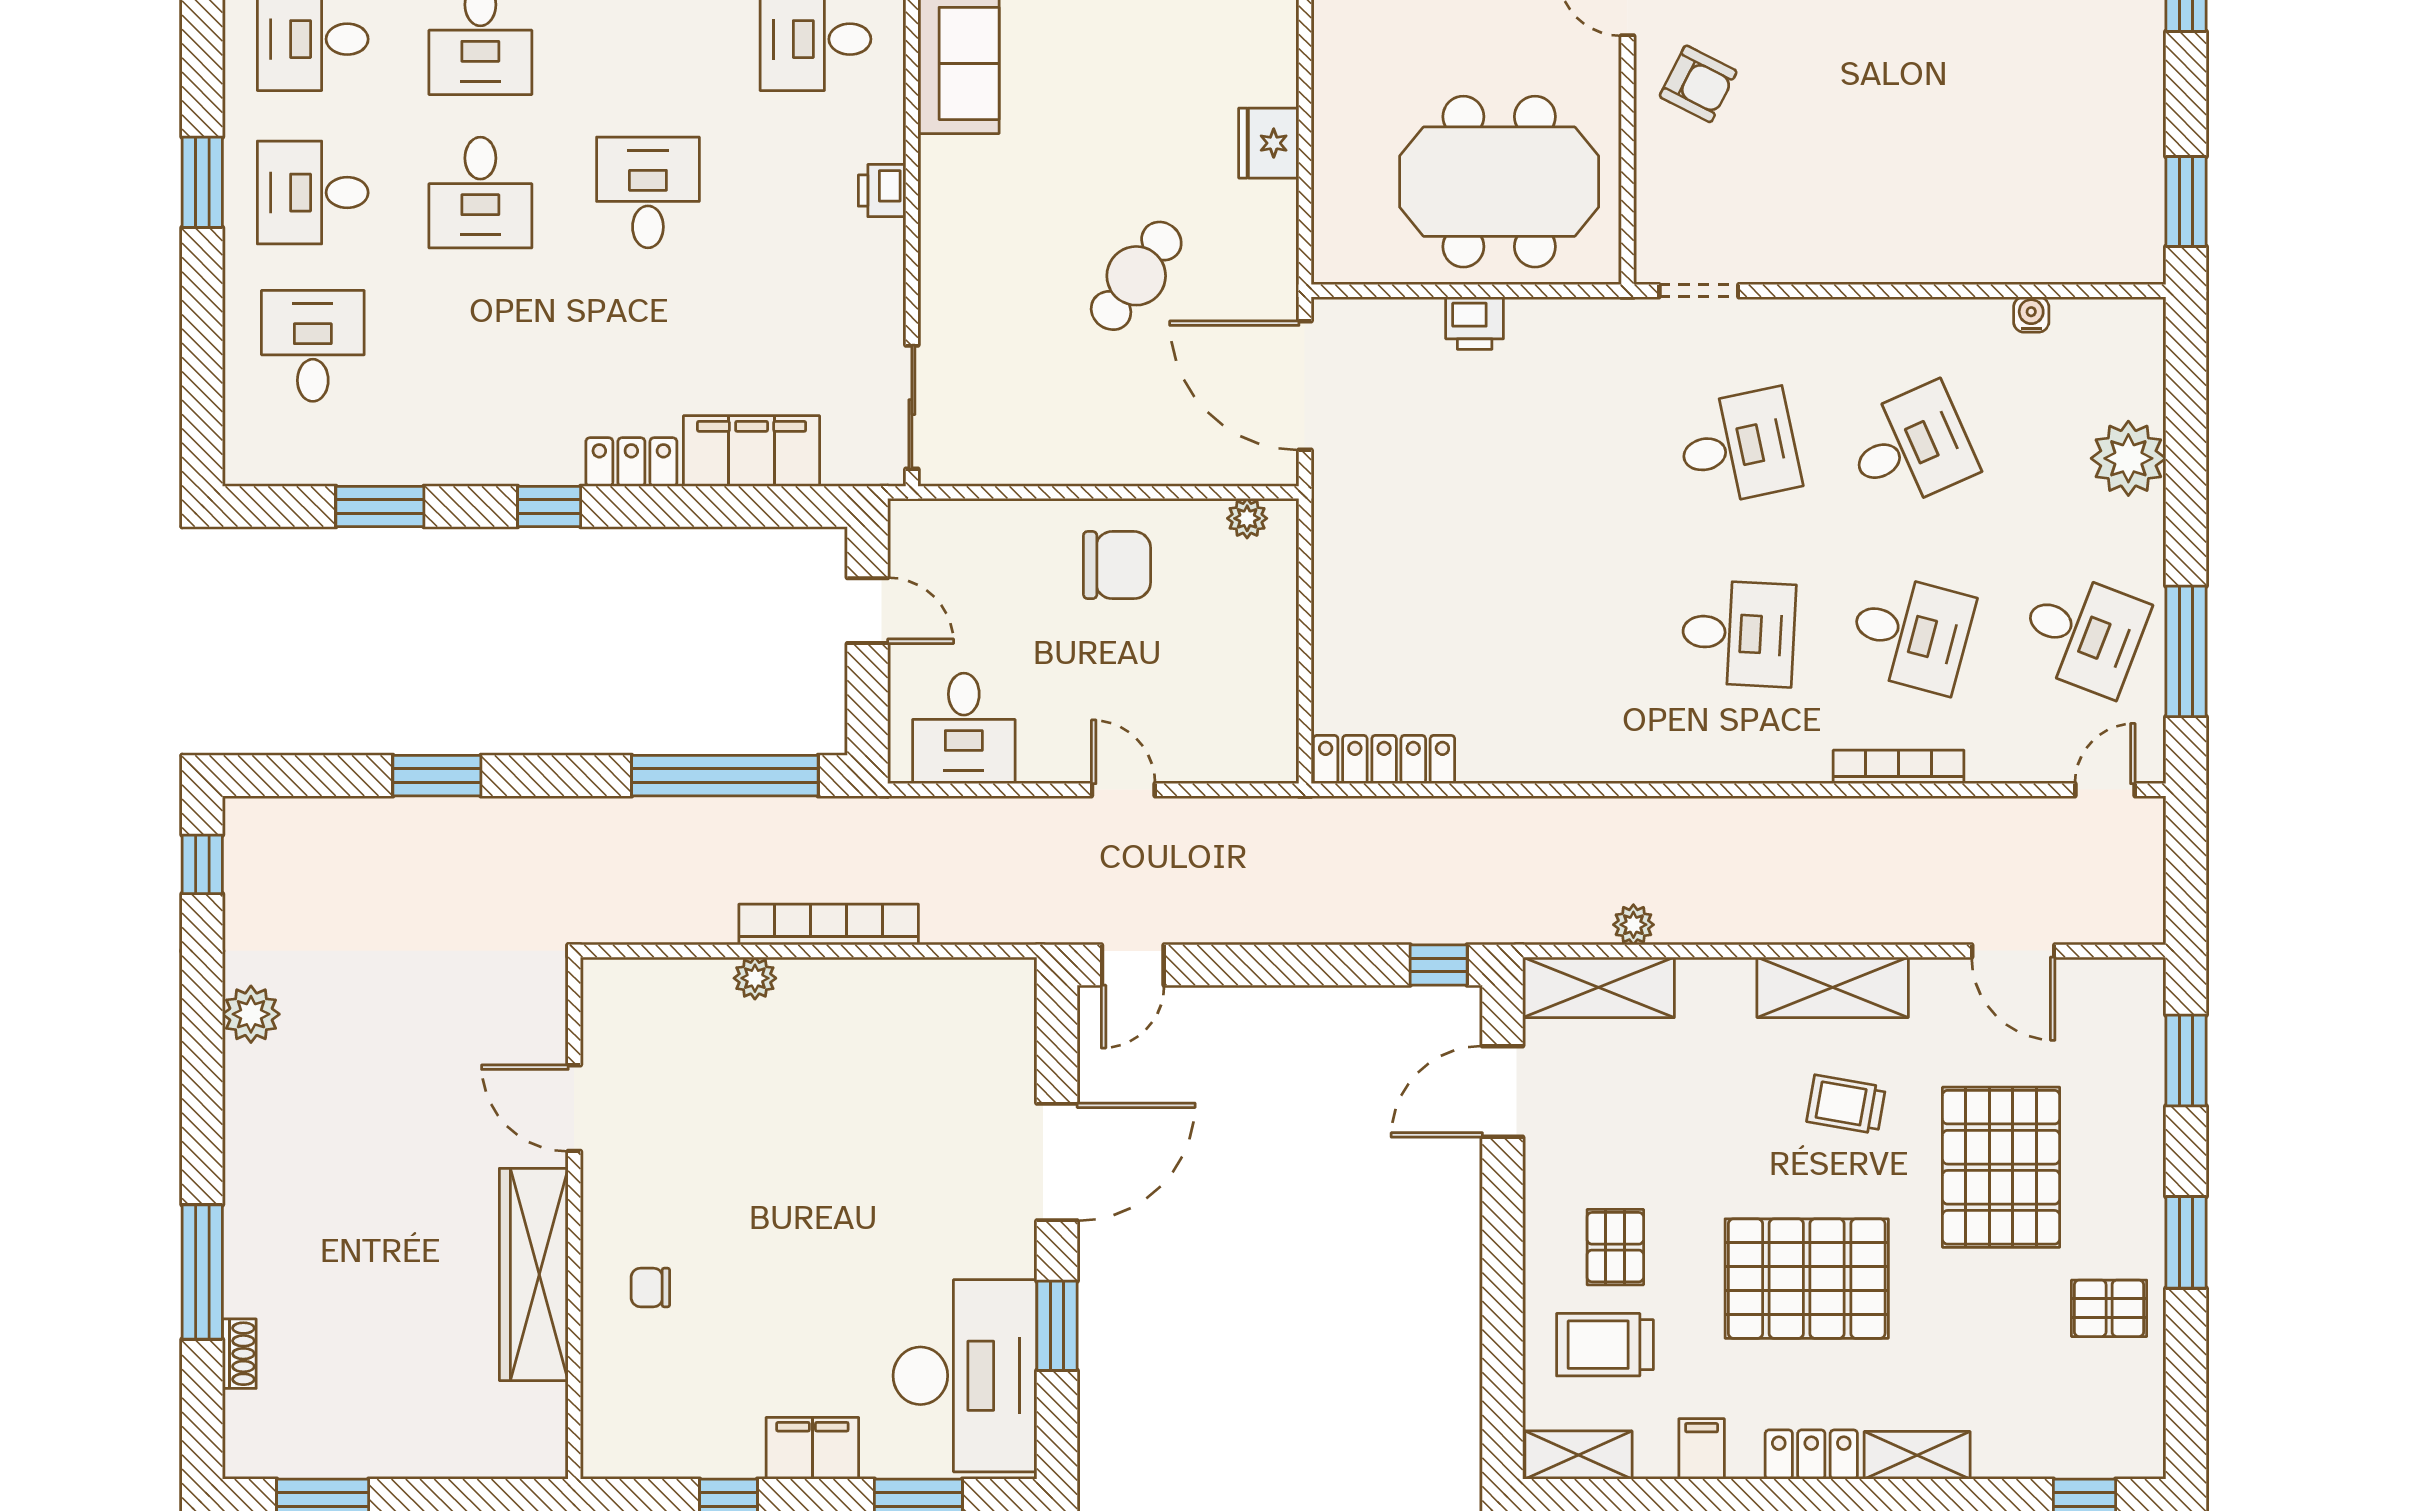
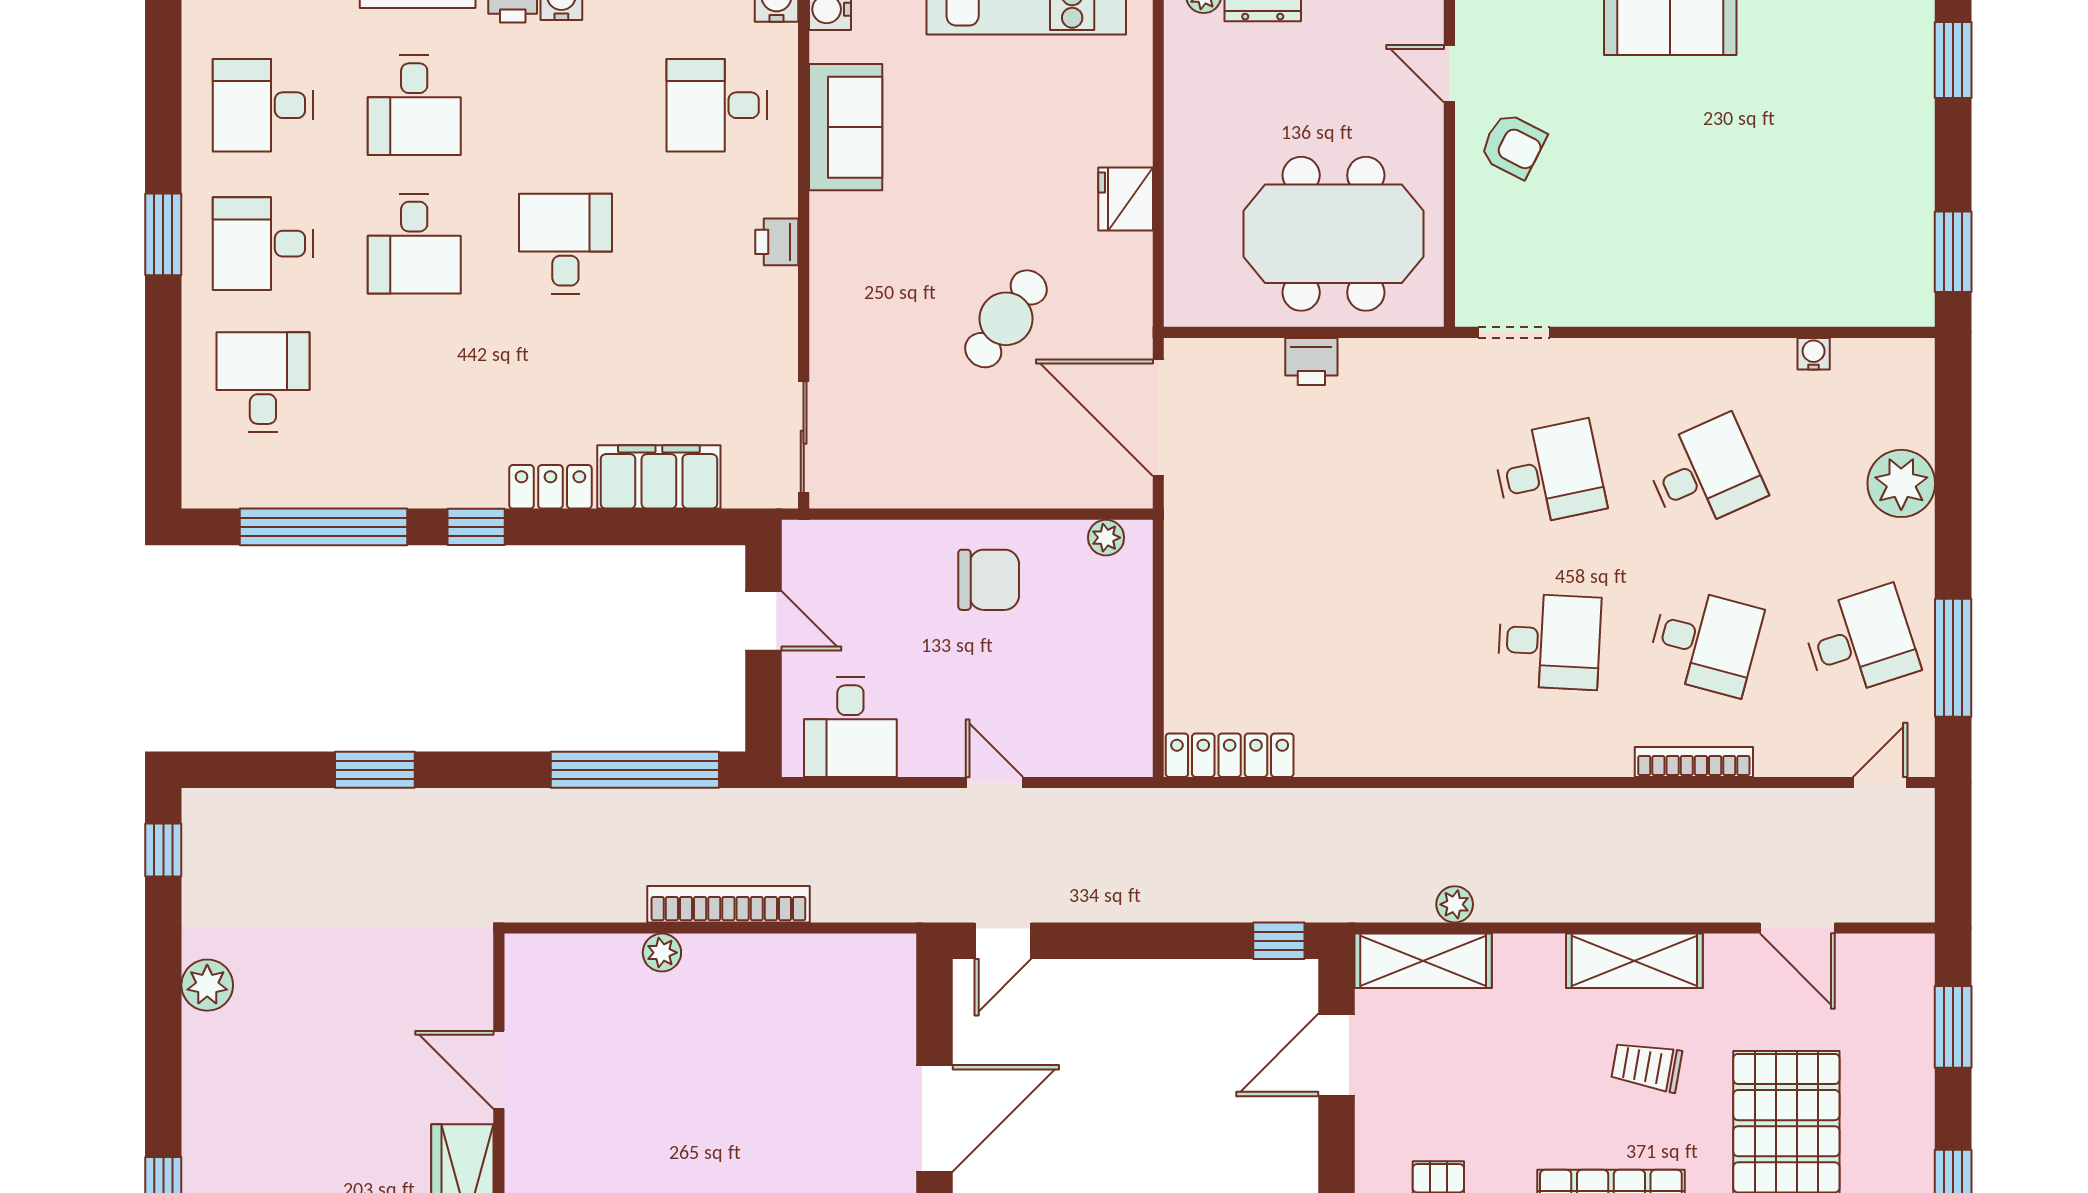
window: (380, 506) -> (324, 527), width x2.11
desk: (2083, 633) -> (1860, 641), turned -39

